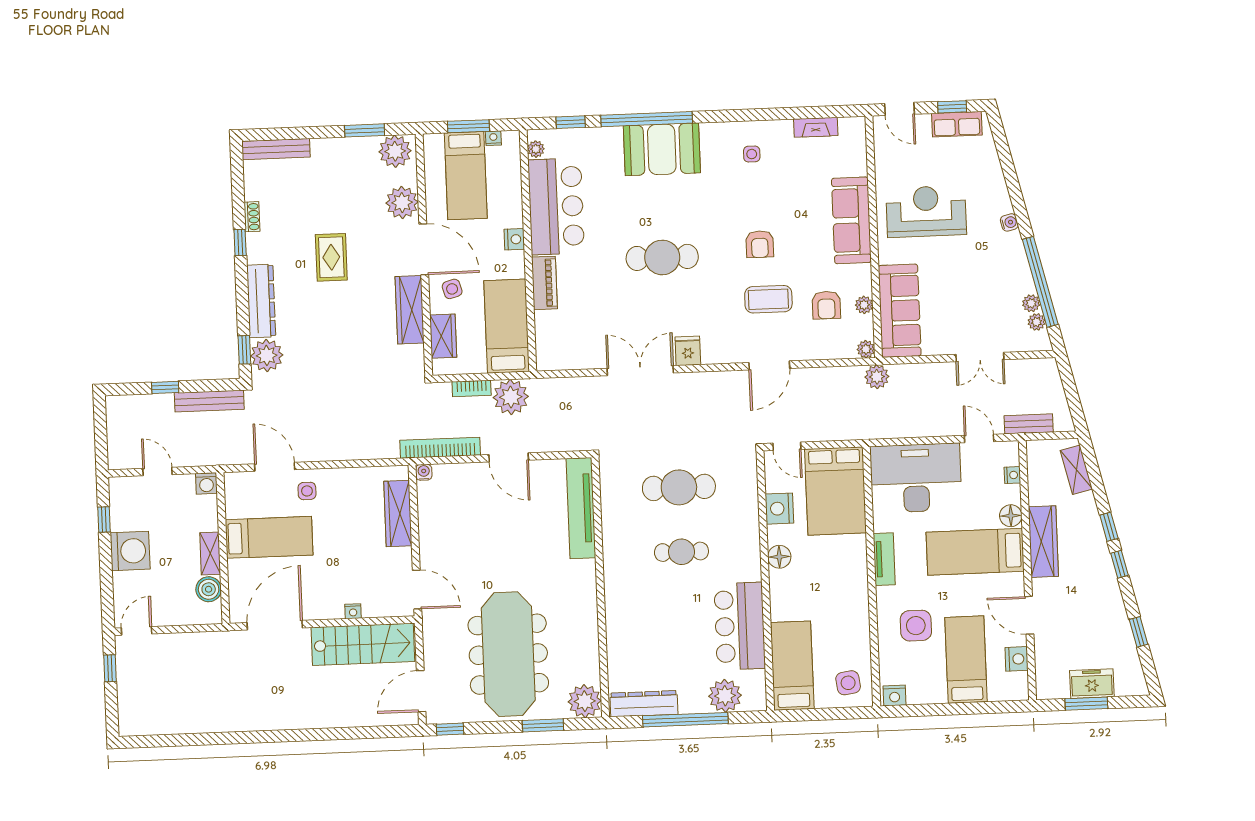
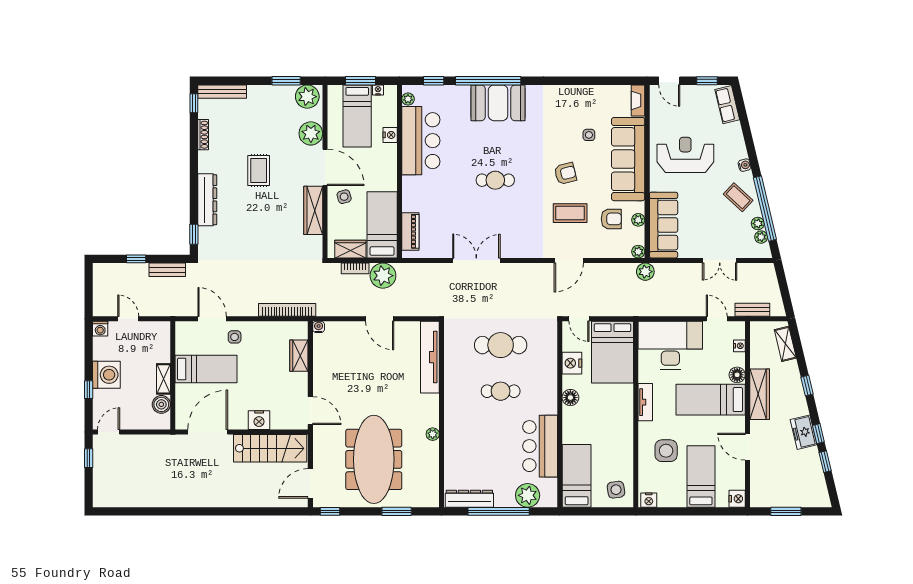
row of seats: (957, 124) -> (727, 105), moved, turned 77
fireplace: (816, 127) -> (638, 100), moved, turned 90
side table: (752, 154) -> (589, 135), moved
shoe rack: (252, 217) -> (203, 135), width x1.43
sofa: (851, 220) -> (628, 159), width x1.36, depth x1.27
nightstand: (514, 239) -> (390, 135), moved
window: (240, 243) -> (194, 103), moved
armchair: (760, 244) -> (565, 173), turned -104
cafe table: (662, 257) -> (495, 180), width x0.73, depth x0.74
coffee table: (1002, 268) -> (738, 197), added
piano: (544, 283) -> (410, 231), moved
armchair: (826, 305) -> (611, 219), turned -90
wardrobe: (443, 336) -> (350, 249), moved, turned -90
fridge: (688, 351) -> (511, 248), removed
plant: (267, 355) -> (210, 239), removed
bench: (209, 401) -> (167, 270), width x0.73
bookcase: (440, 448) -> (287, 310), moved
washing machine: (206, 483) -> (100, 329), moved
wardrobe: (398, 513) -> (299, 356), width x0.67
window: (104, 519) -> (89, 390), moved
window: (1119, 564) -> (818, 434), moved
nightstand: (353, 611) -> (259, 420), width x1.89, depth x1.79
nightstand: (1017, 659) -> (737, 499), moved
freezer: (1092, 684) -> (804, 432), moved, turned -103
plant: (585, 701) -> (433, 434), moved, width x0.53, depth x0.53

